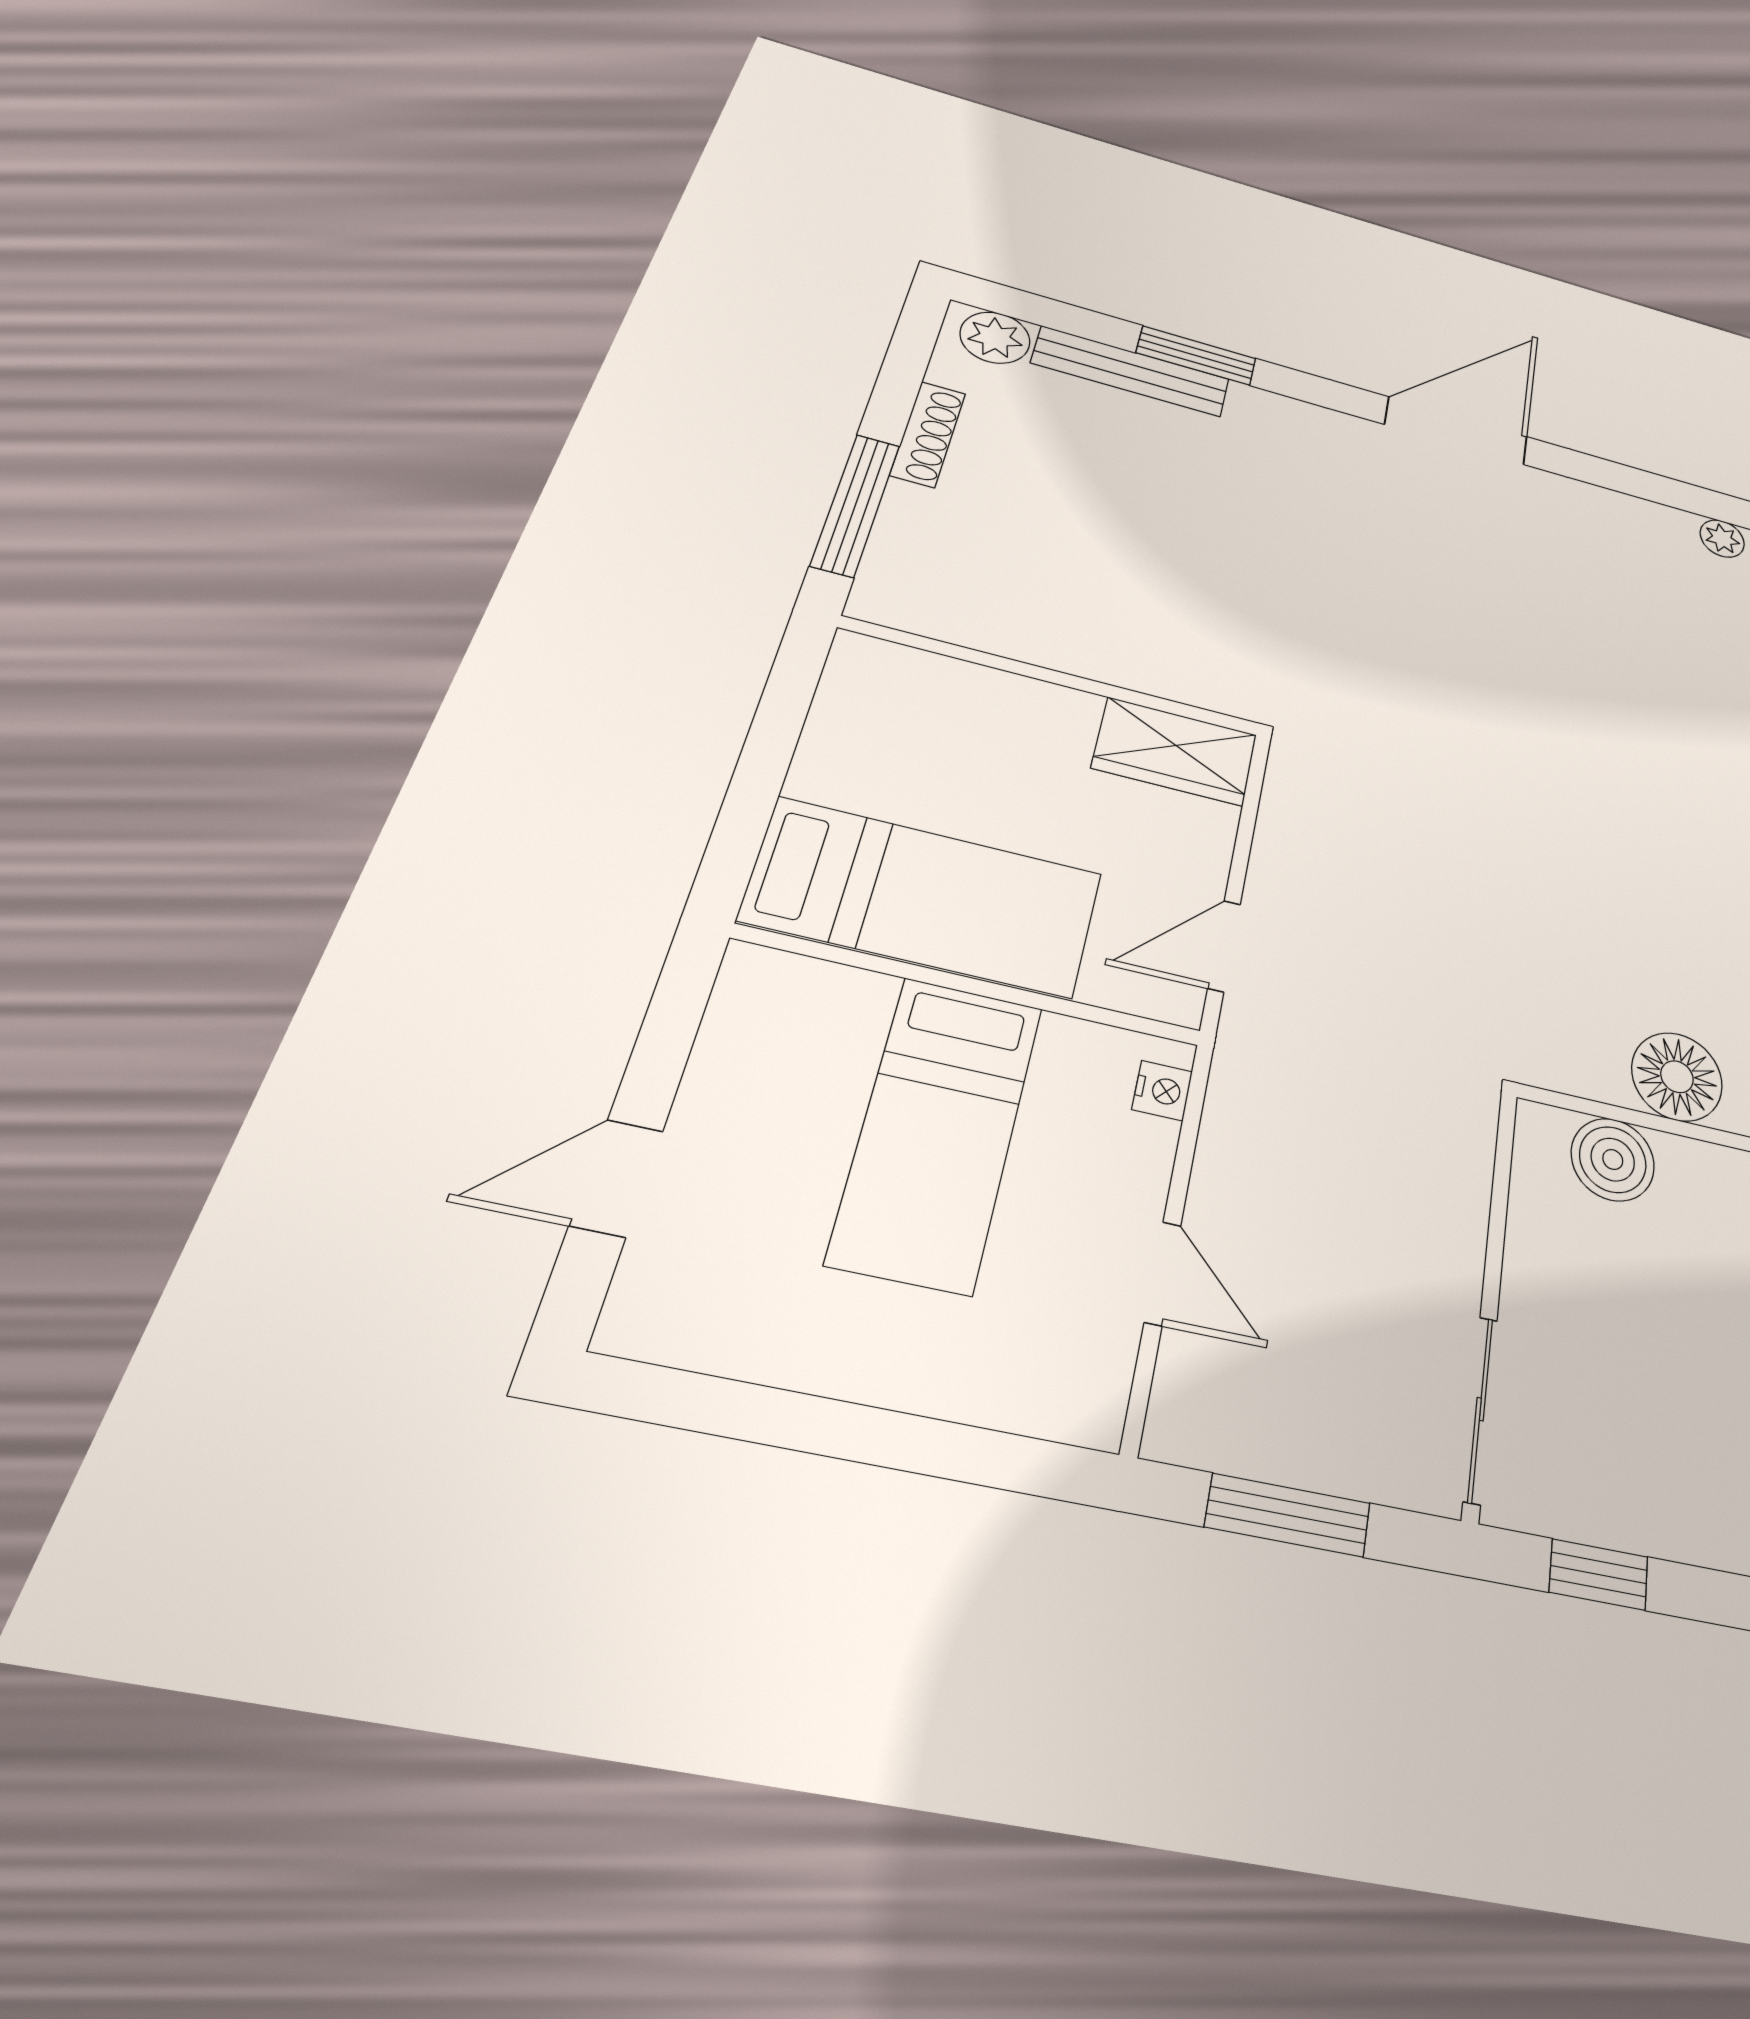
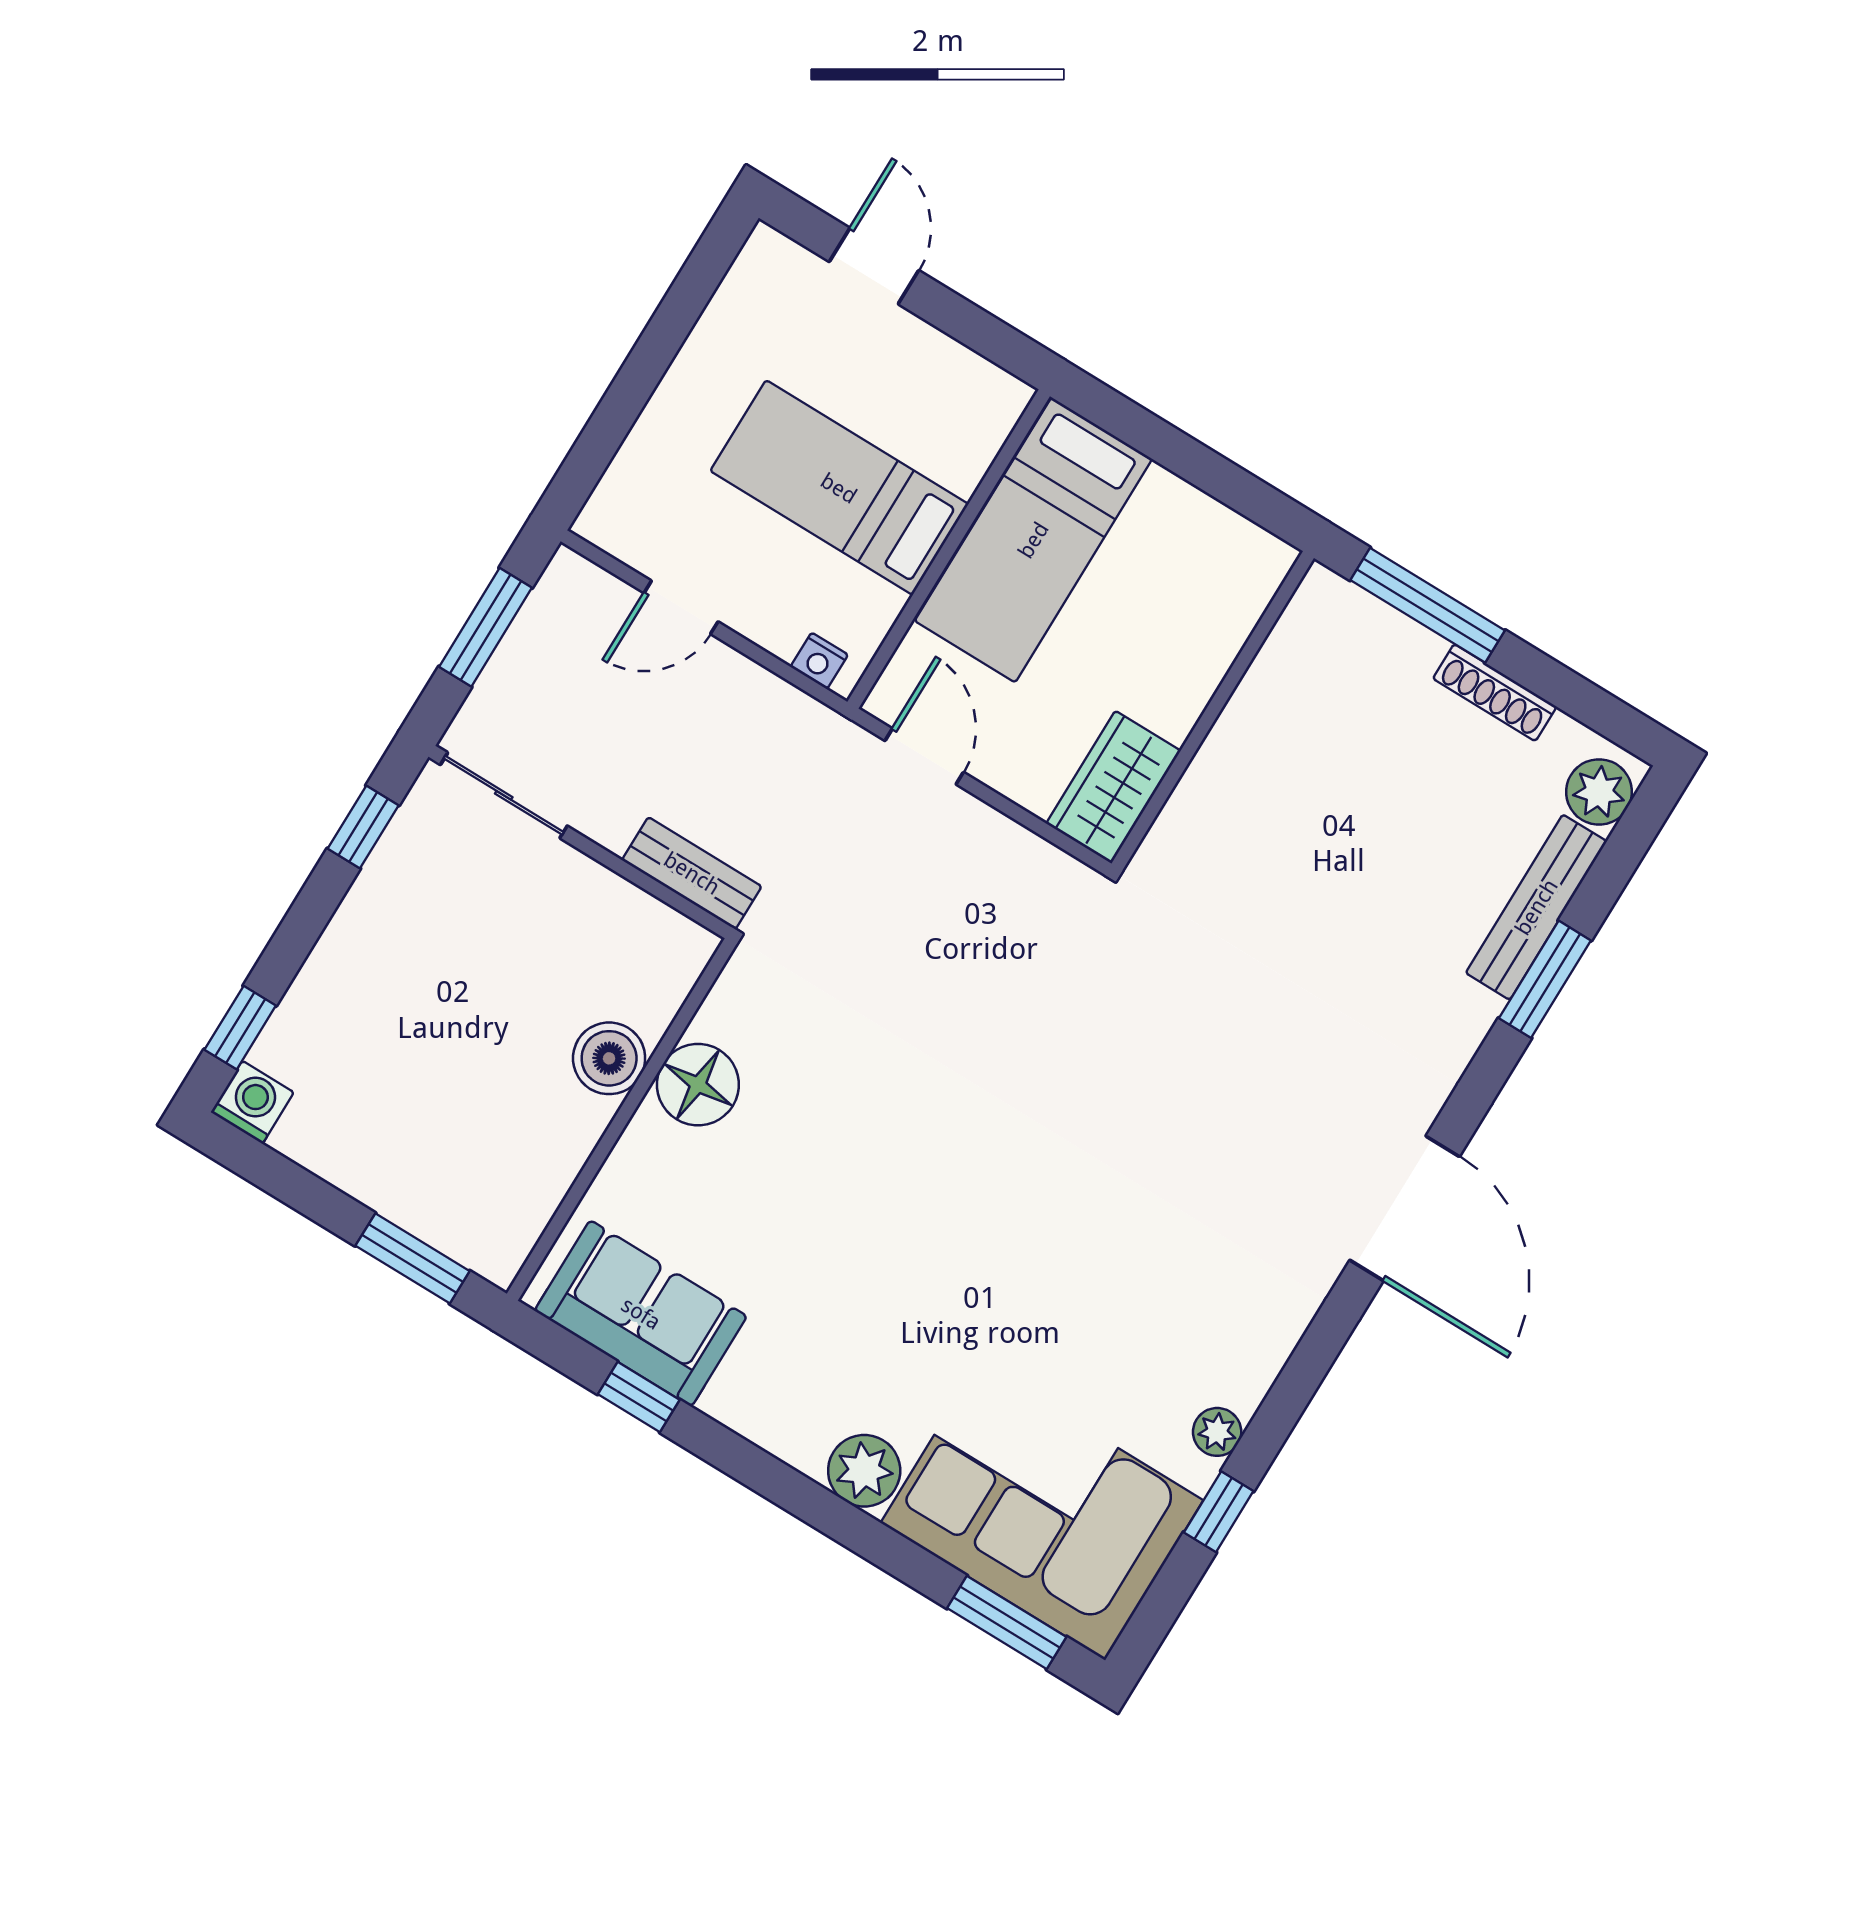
bench: (1465, 1156) -> (692, 873), added
boiler: (1613, 1160) -> (609, 1058), moved

